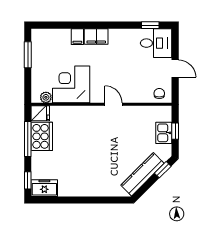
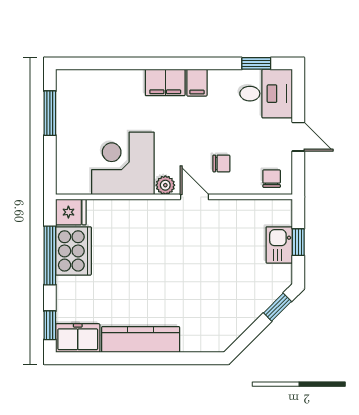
filing cabinet: (77, 37) -> (197, 83), moved
chair: (130, 84) -> (221, 163), added
plant: (46, 97) -> (165, 185), moved
kitchen counter: (142, 174) -> (141, 339), moved, turned 45

